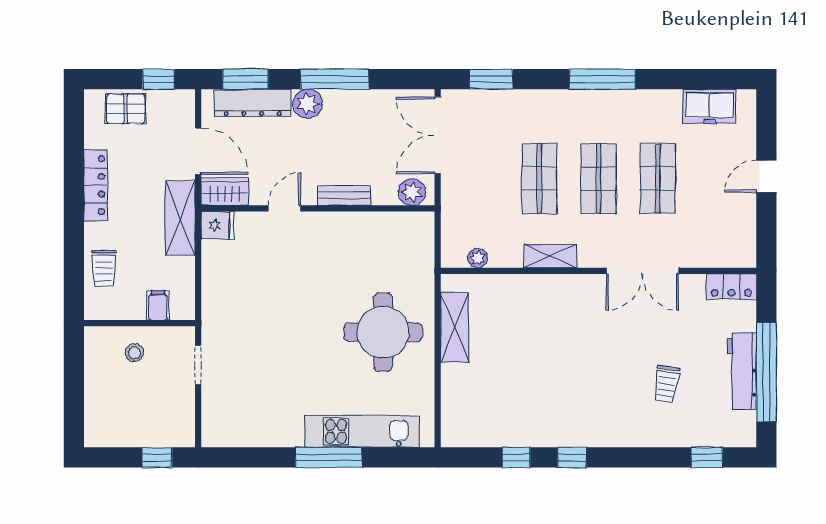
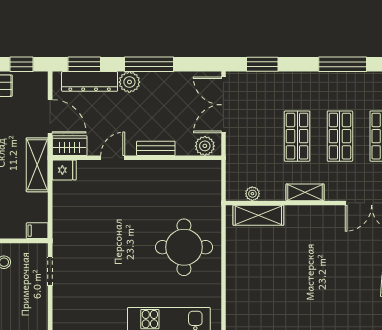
filing cabinet: (158, 305) -> (37, 231), moved, turned -90
shelving: (455, 327) -> (258, 215), moved, turned 90

